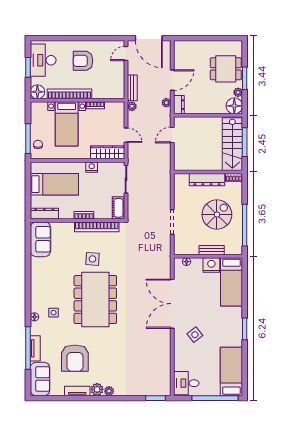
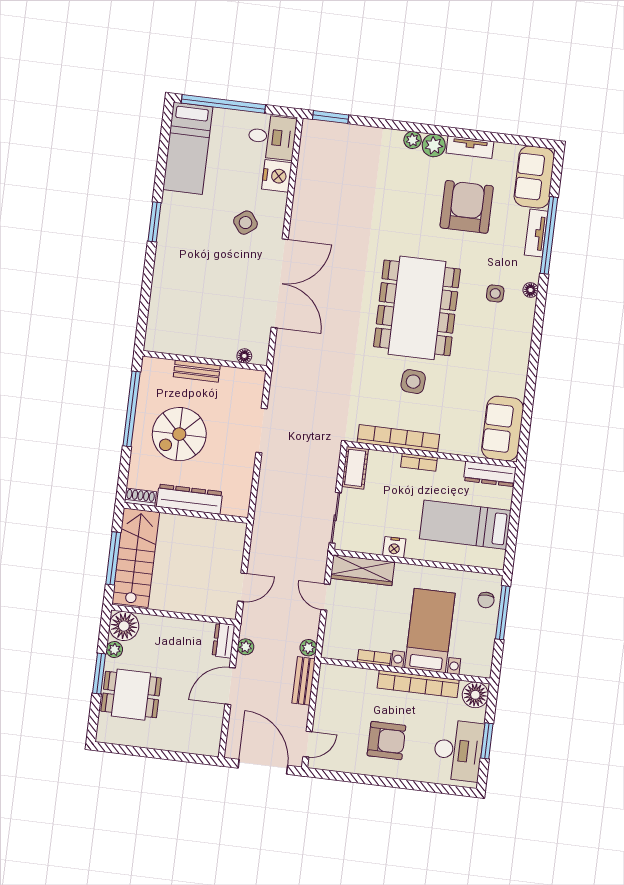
nightstand: (211, 265) -> (277, 176), moved, turned -90
bed: (231, 282) -> (168, 310), removed

